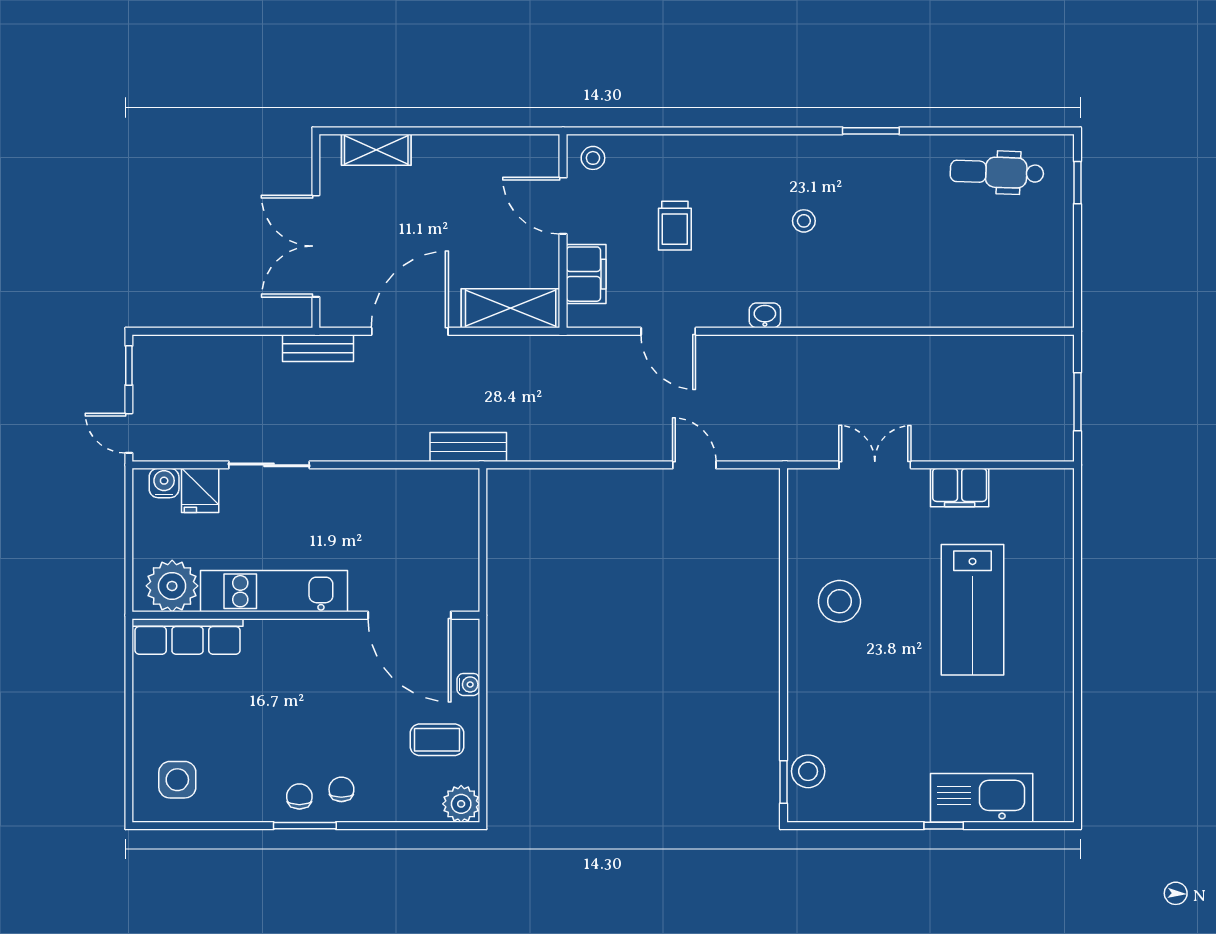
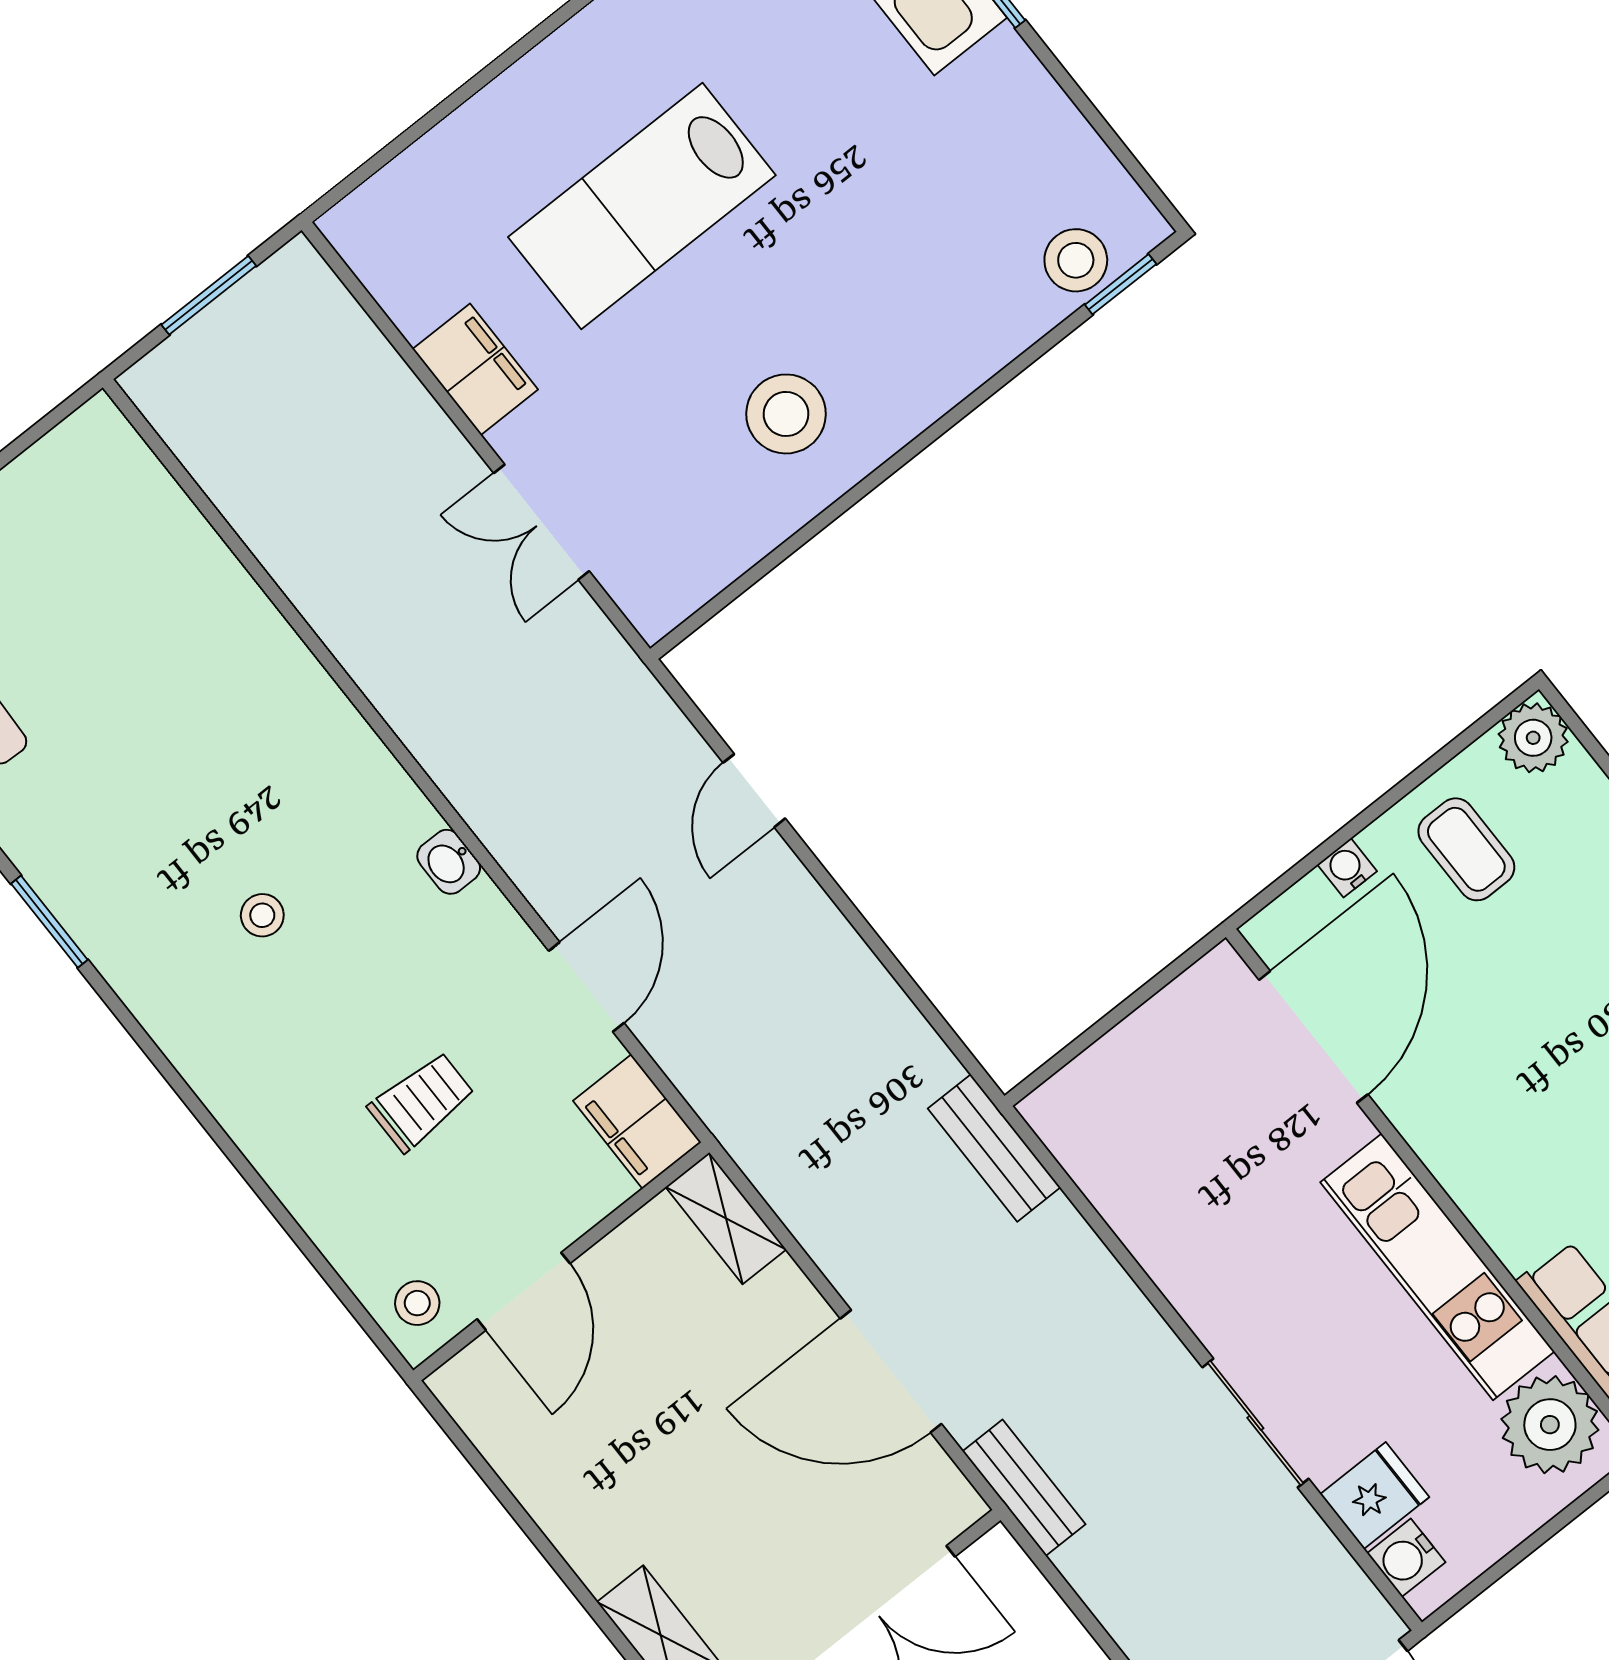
filing cabinet: (586, 274) -> (637, 1121), moved, turned -90
shelving: (511, 308) -> (726, 1218), width x0.67, depth x0.75
lab bench: (973, 610) -> (642, 206), turned 180

